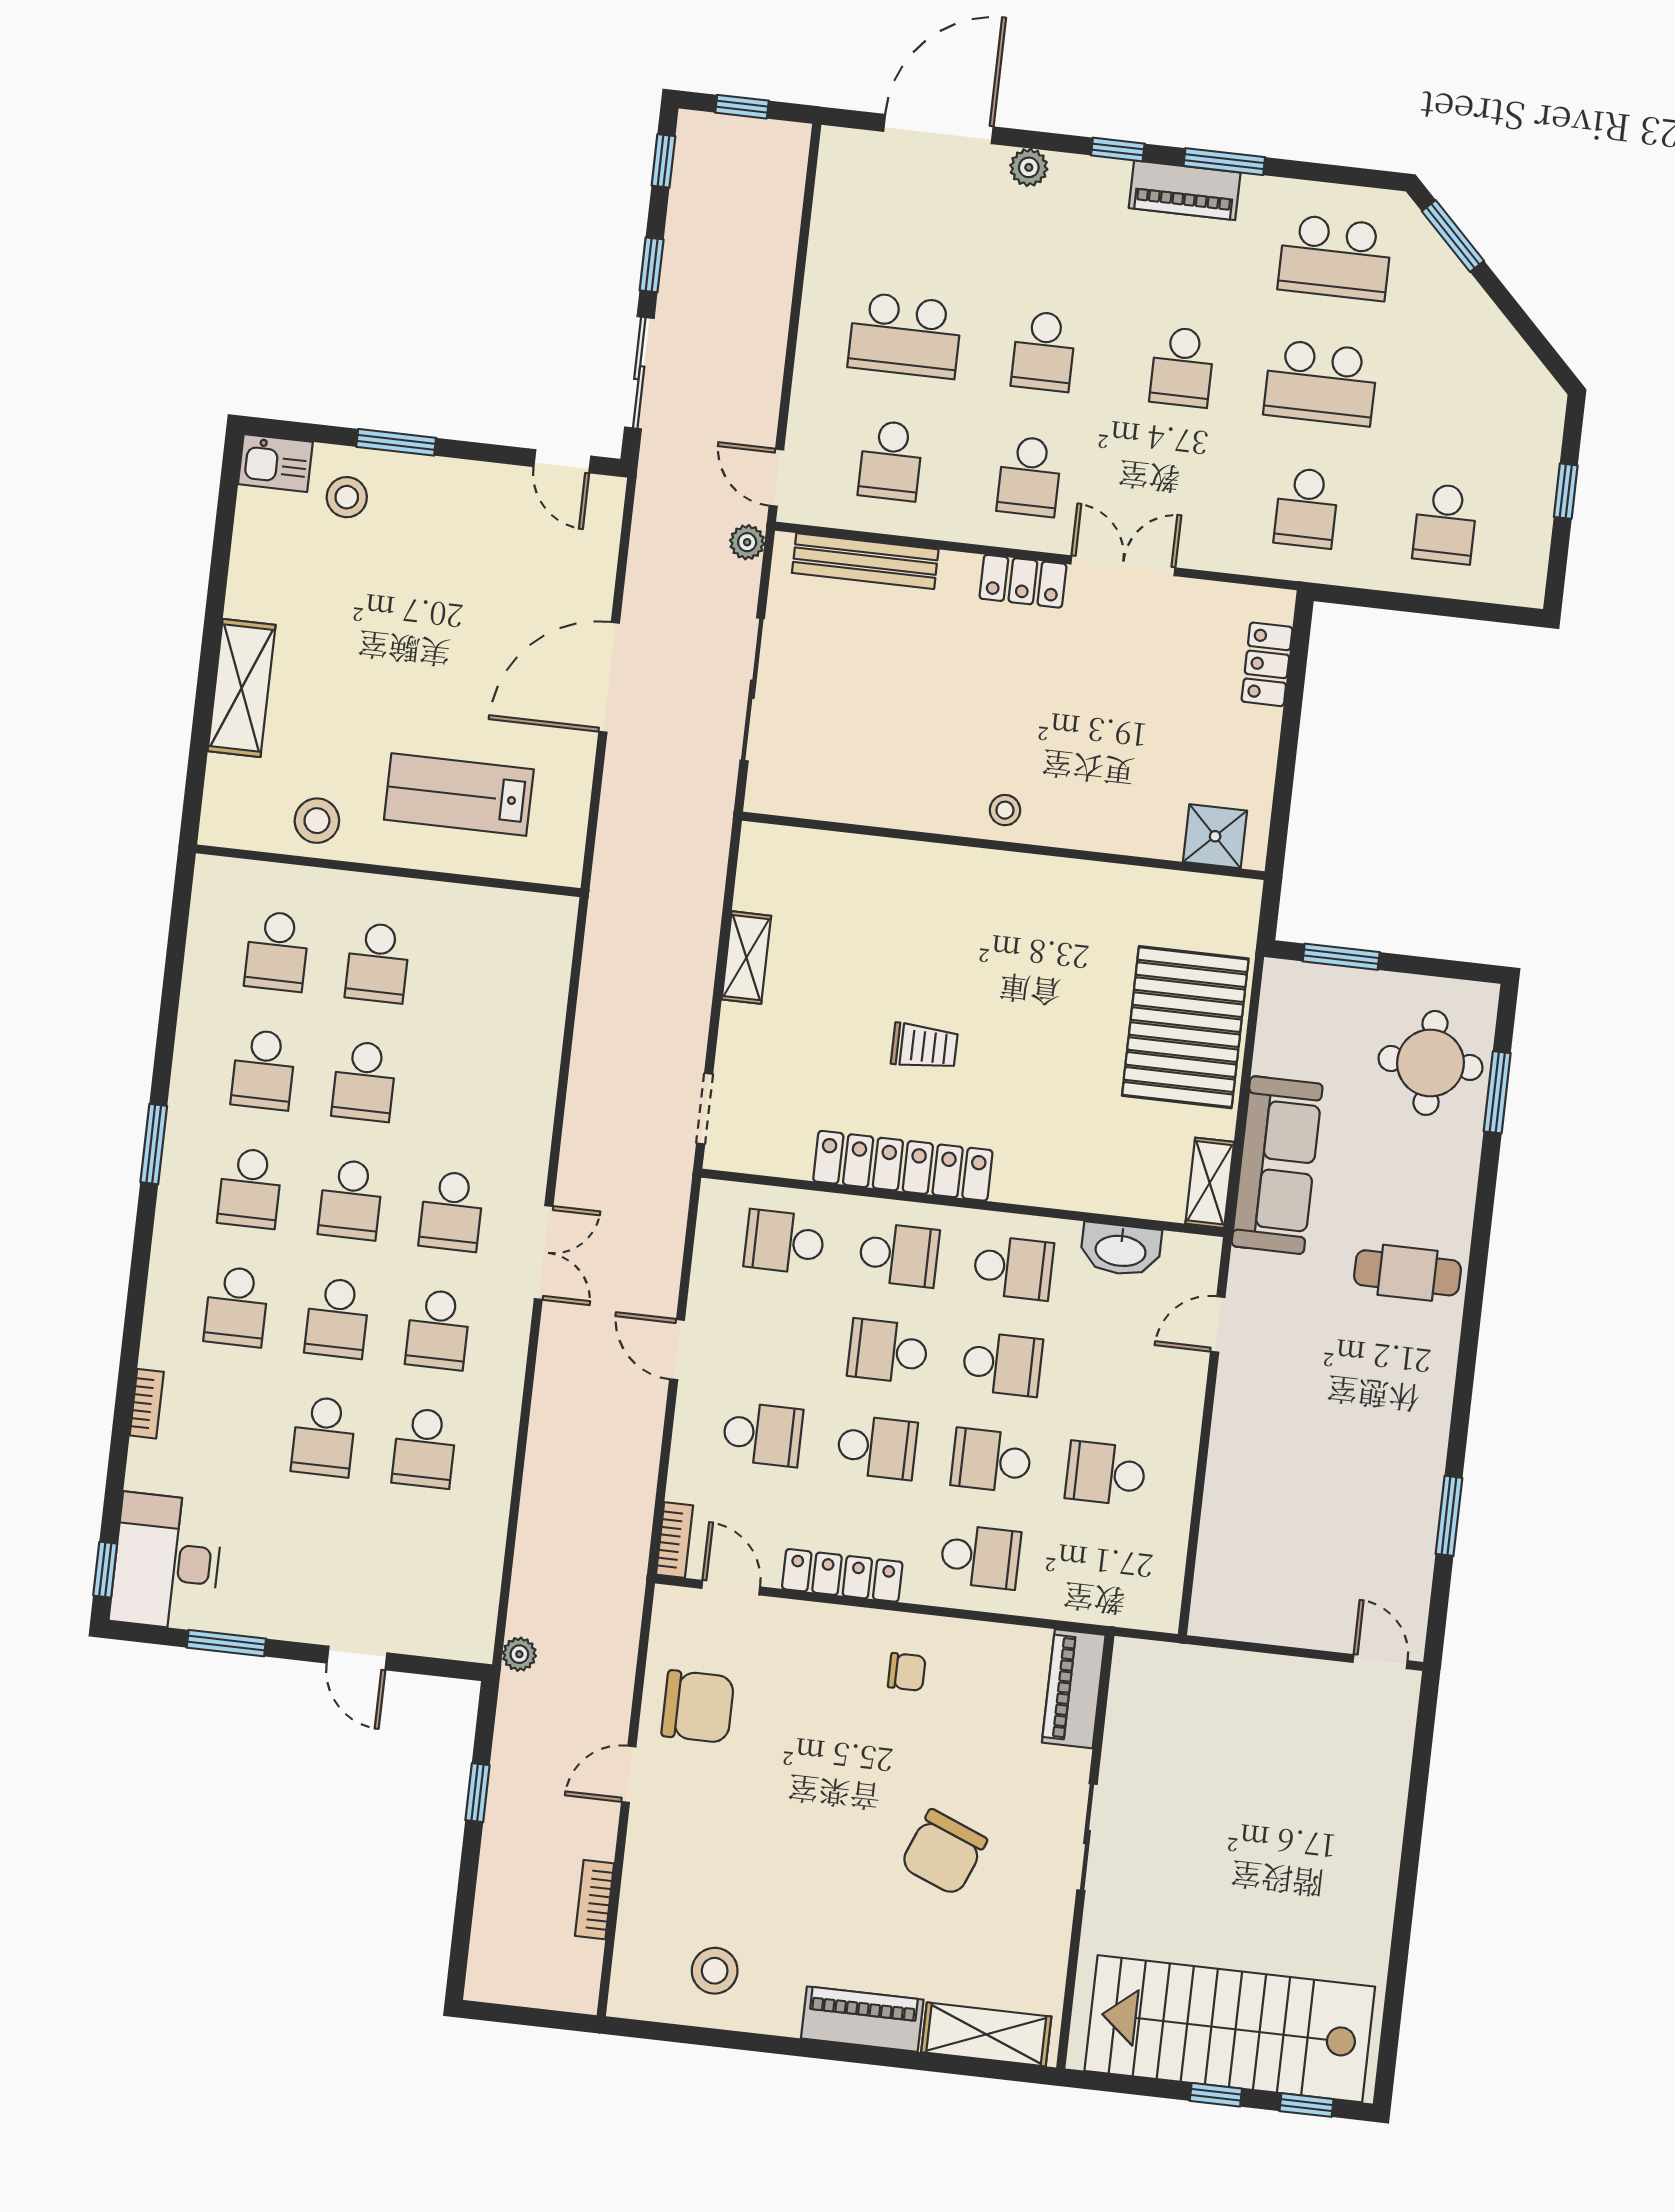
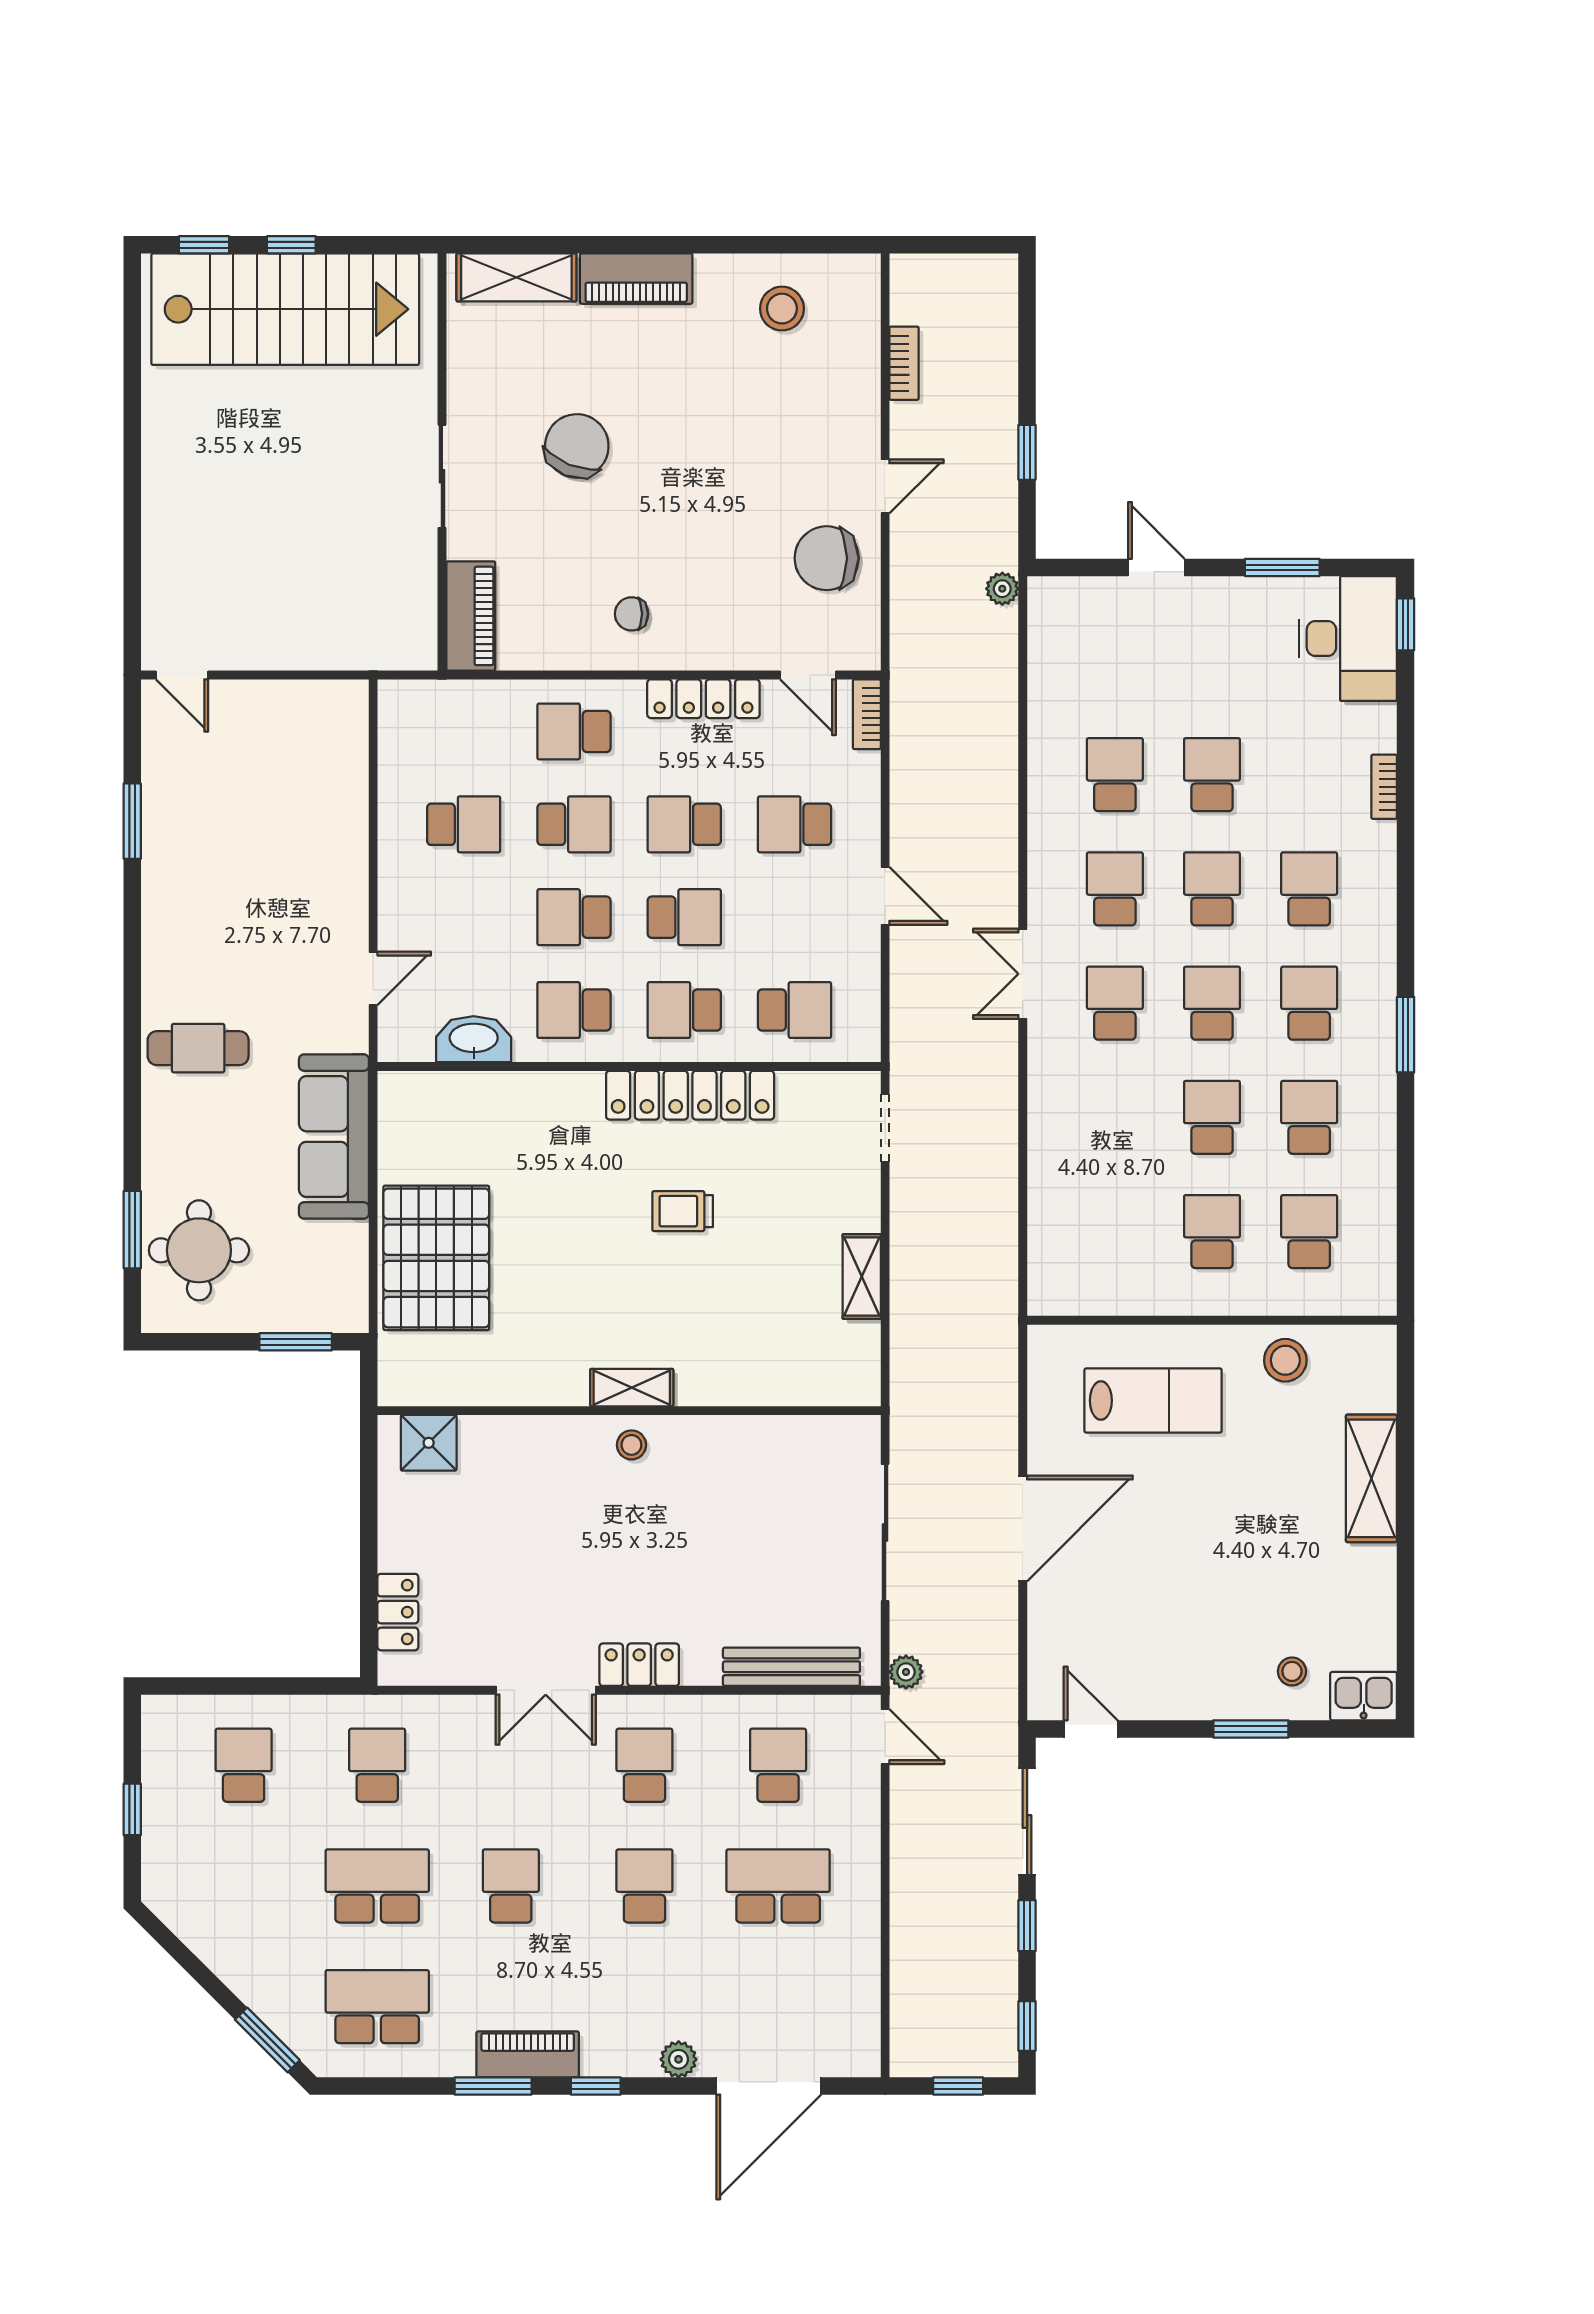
stool: (347, 497) -> (1292, 1671), width x0.73, depth x0.73
shelving: (1210, 1183) -> (632, 1388), moved, turned 90

